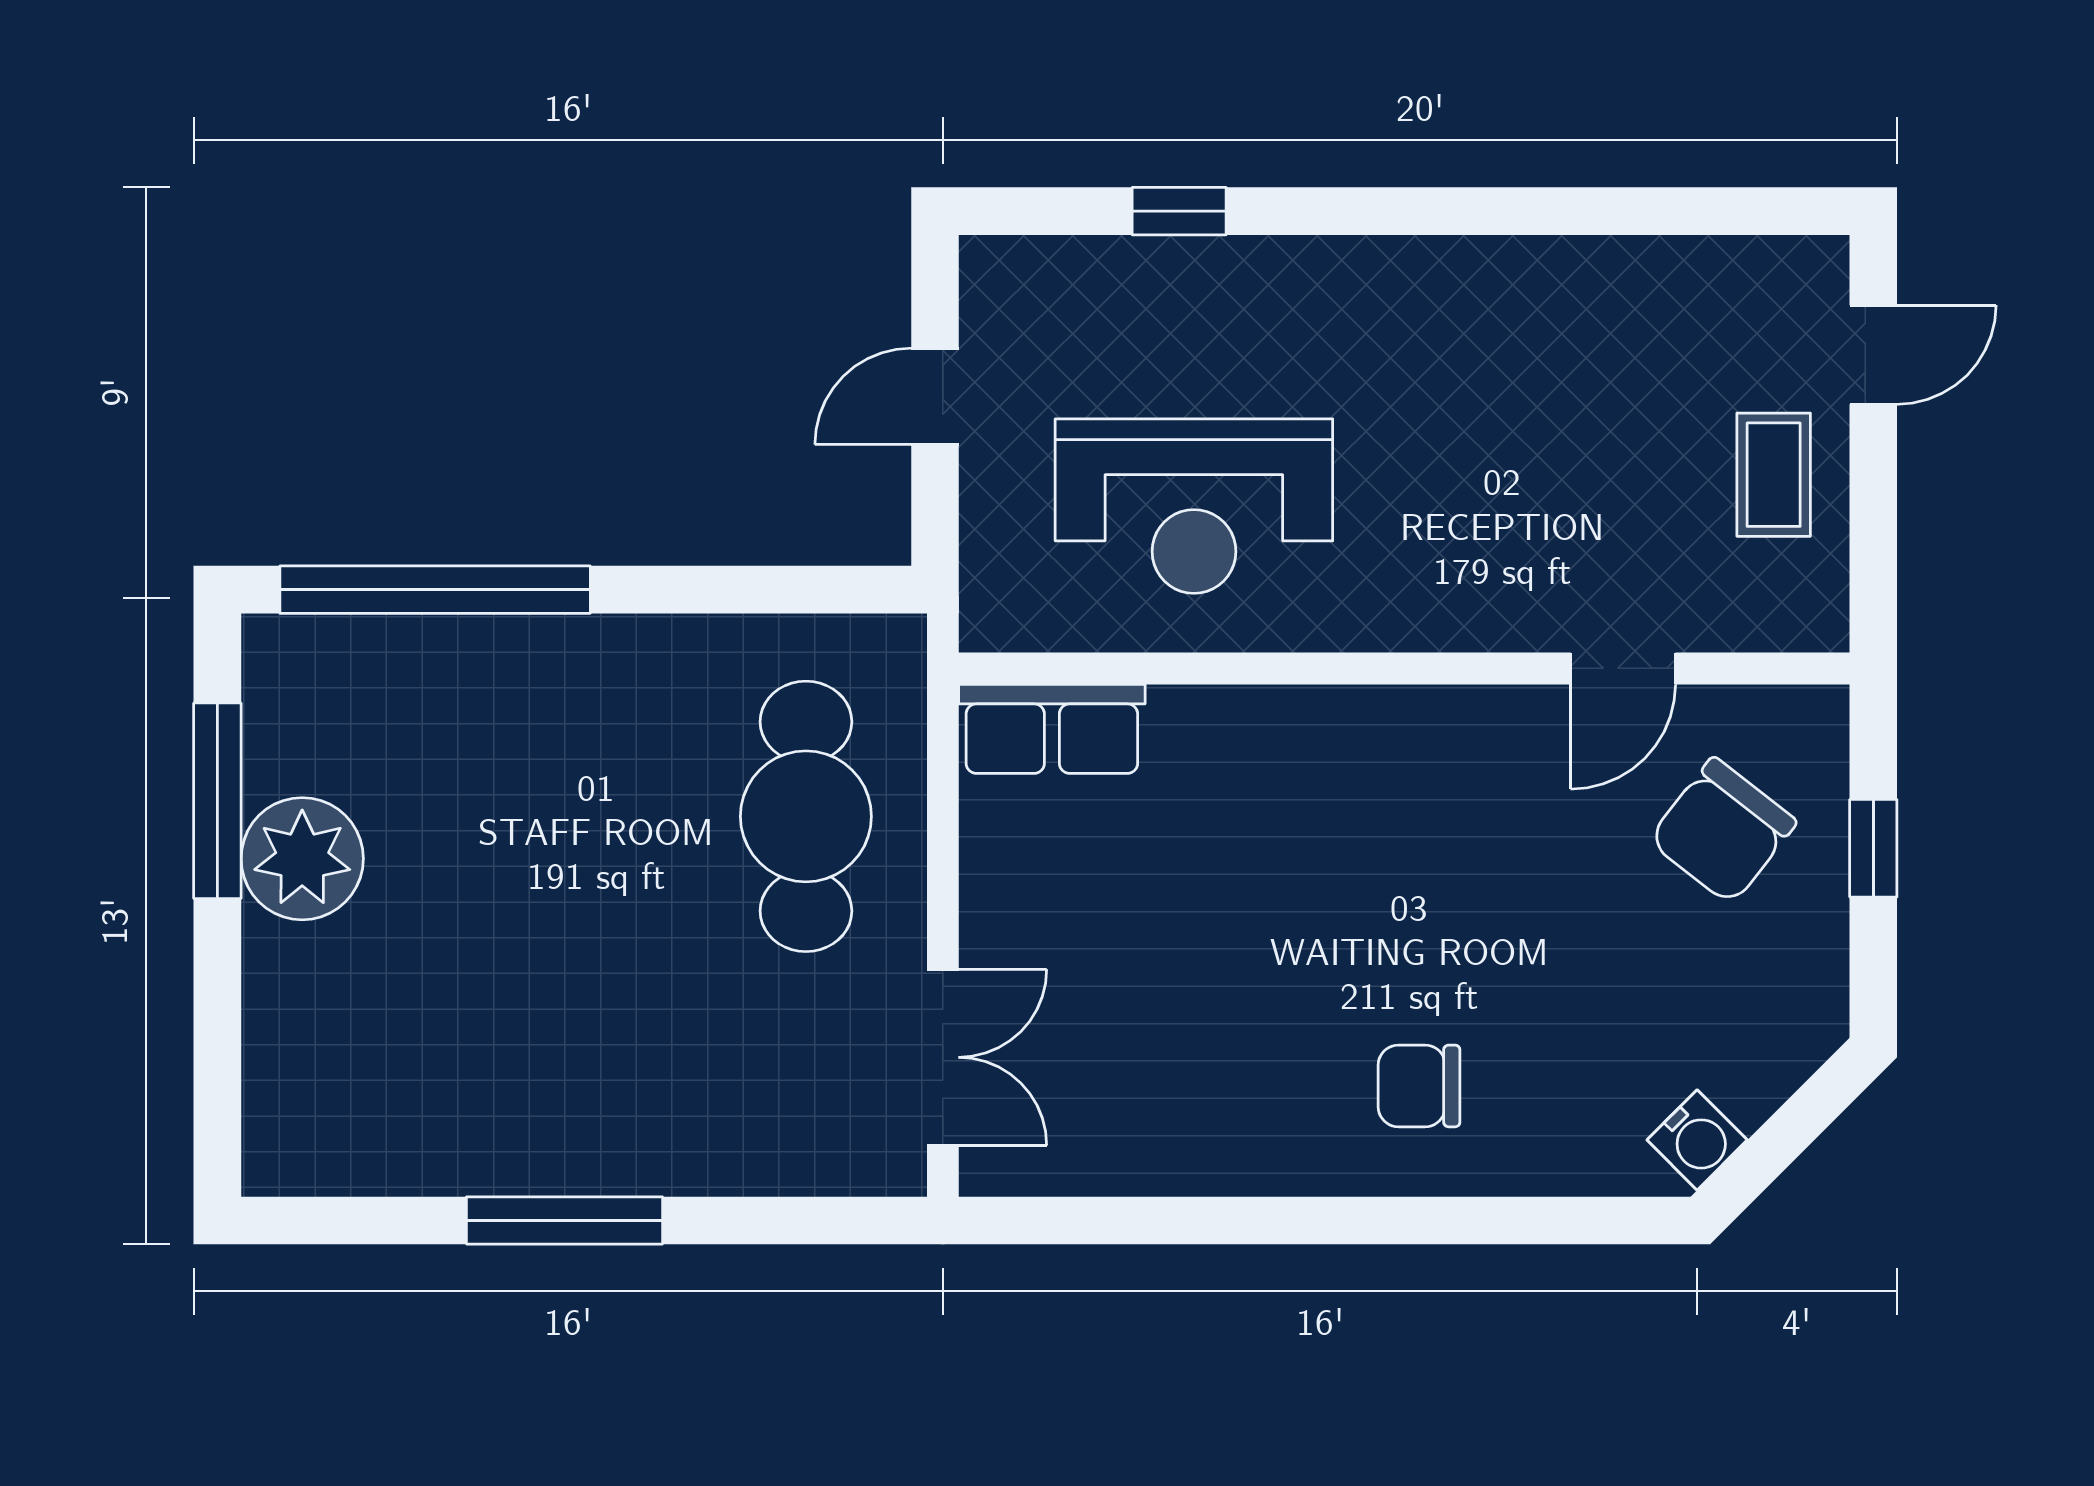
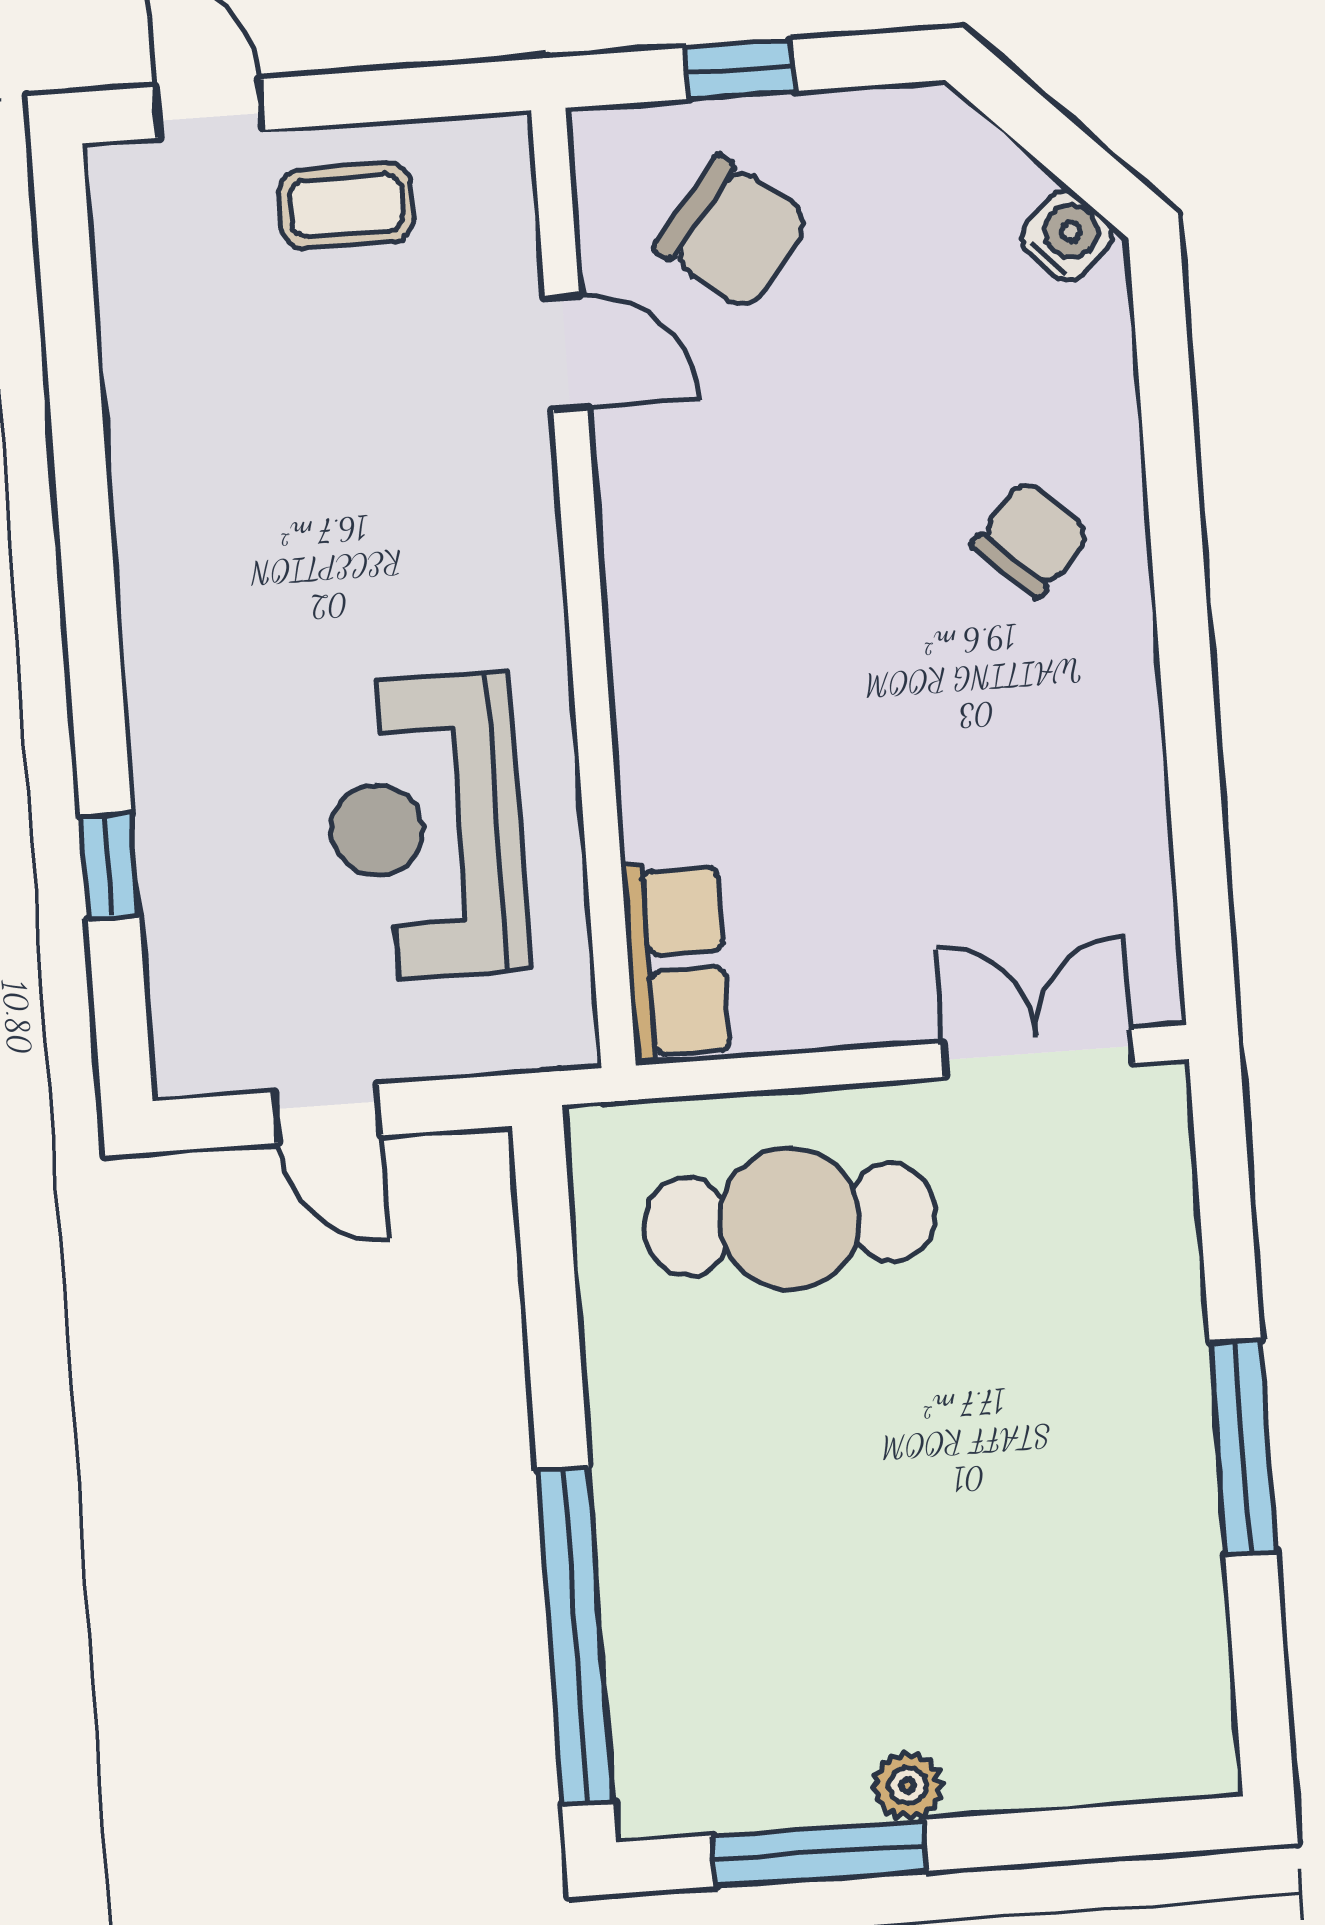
reception desk: (1194, 506) -> (425, 827), turned 180
plant: (302, 859) -> (908, 1786), width x0.53, depth x0.53
chair: (1419, 1086) -> (1031, 539), turned -137

